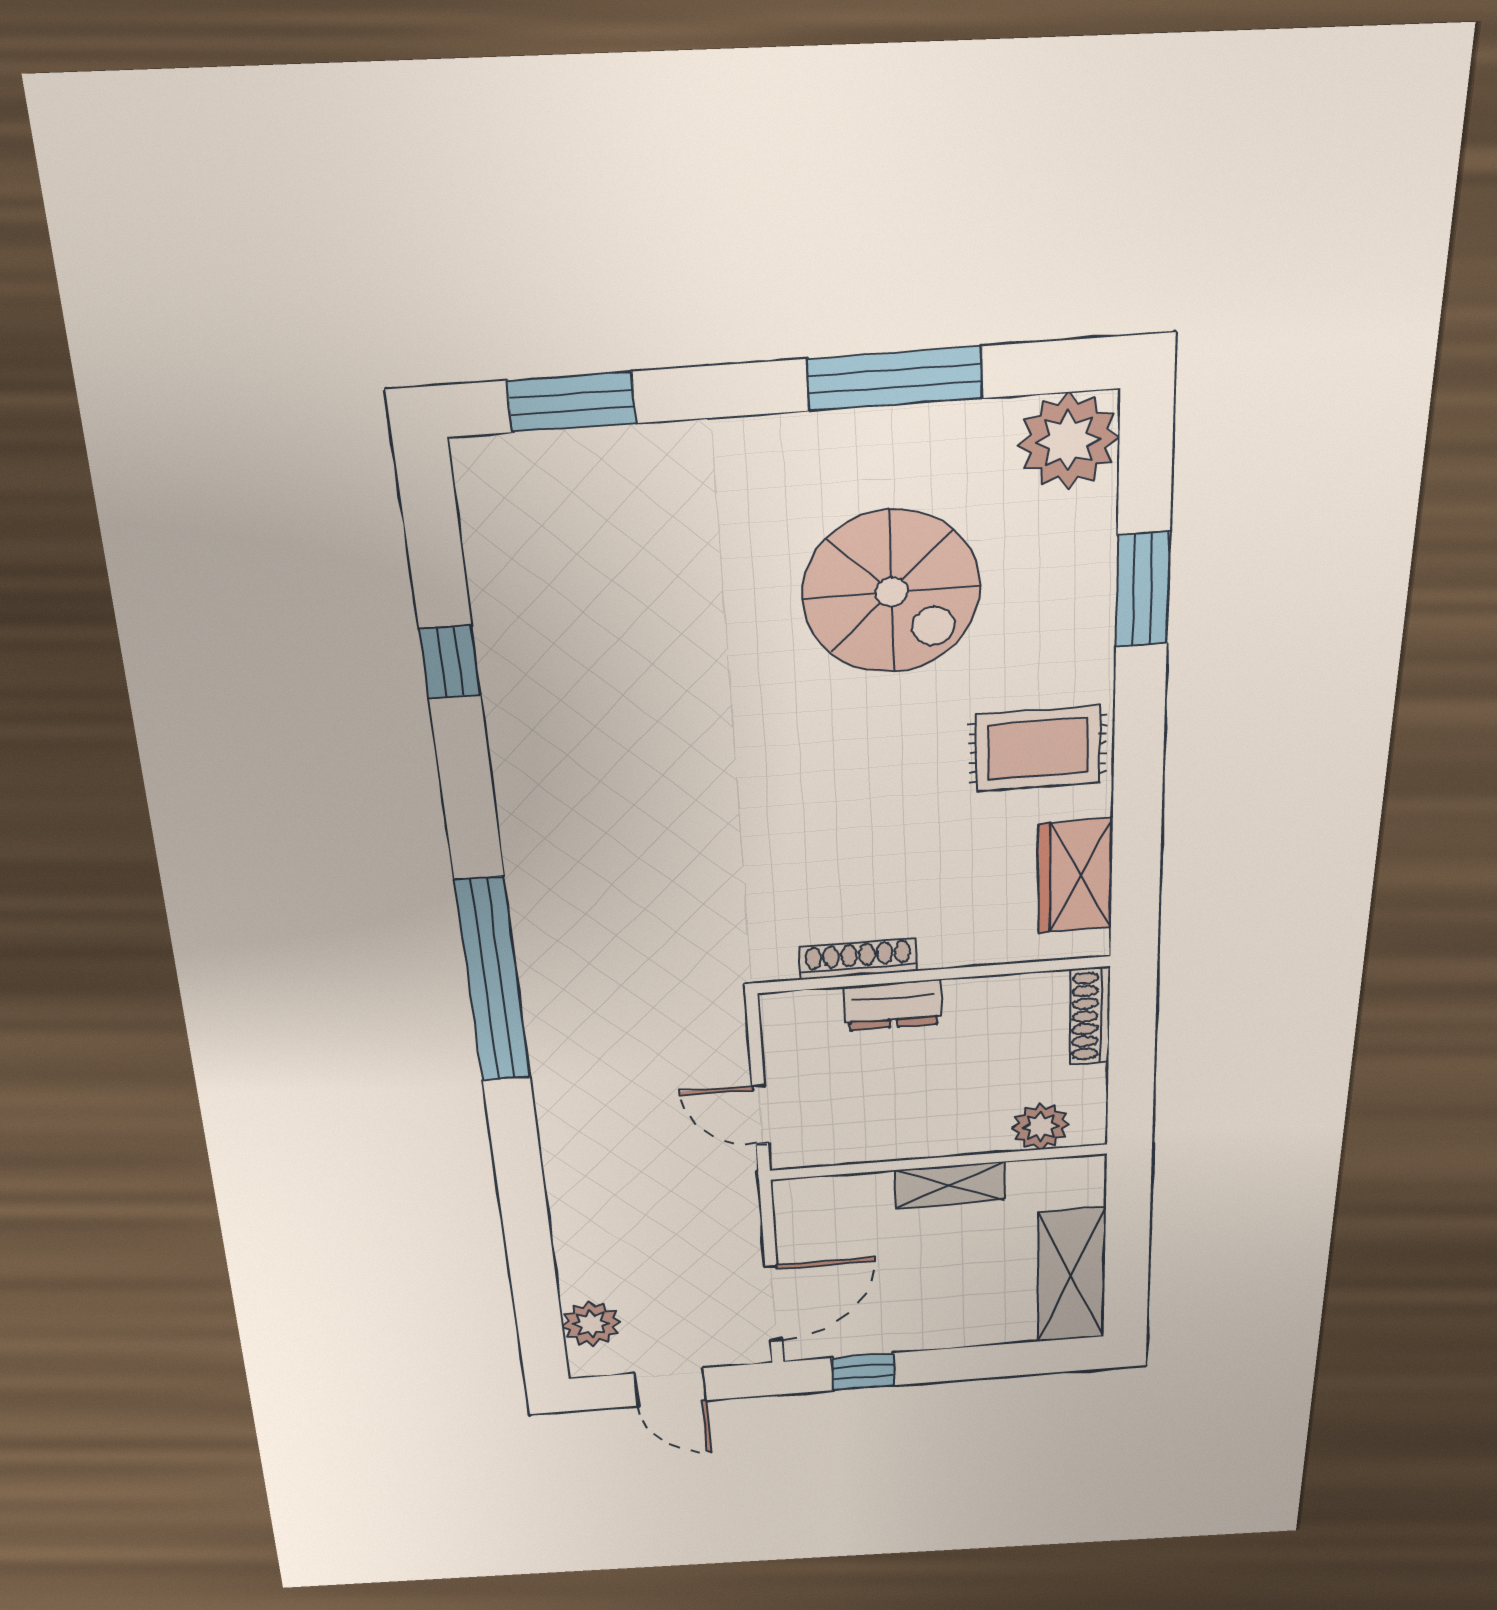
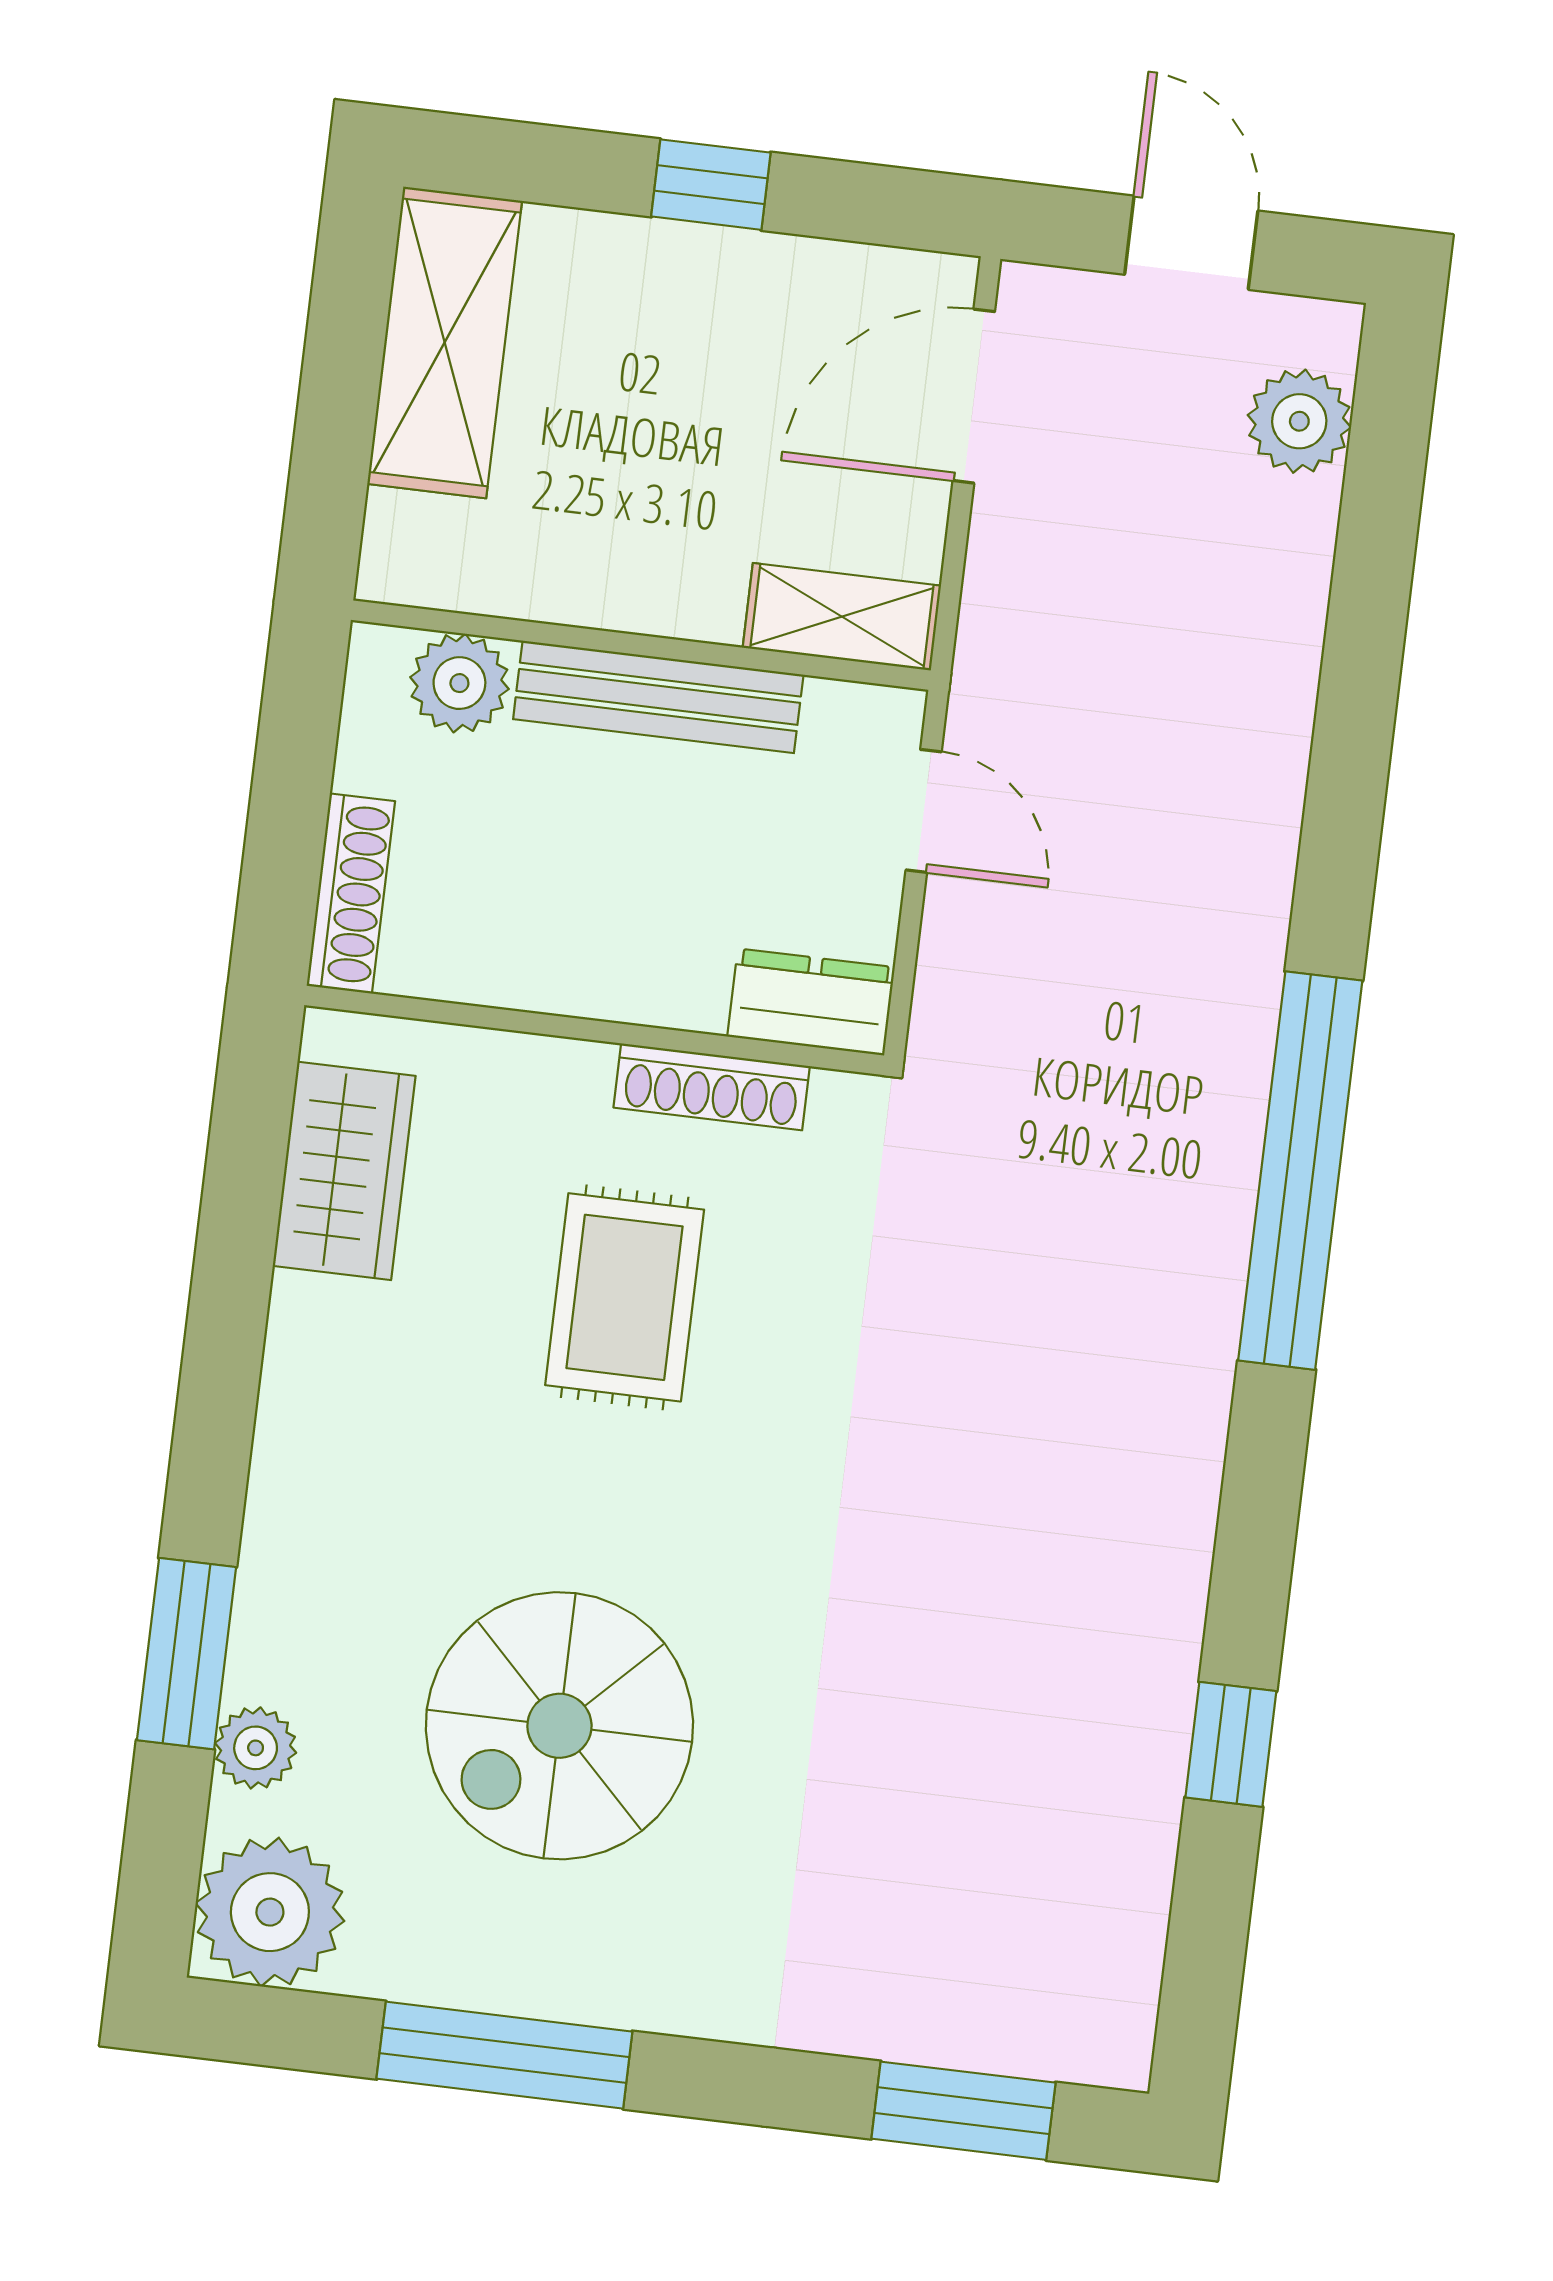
plant: (1090, 541) -> (256, 1748), added
spiral stairs: (891, 592) -> (559, 1726), turned -90
rug: (1038, 749) -> (625, 1297), moved, turned 90
dresser: (893, 1005) -> (811, 1002), moved
bench: (925, 1140) -> (658, 697), added
shelving: (950, 1185) -> (842, 617), moved
window: (863, 1372) -> (711, 185), moved

